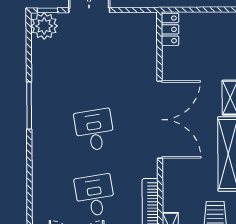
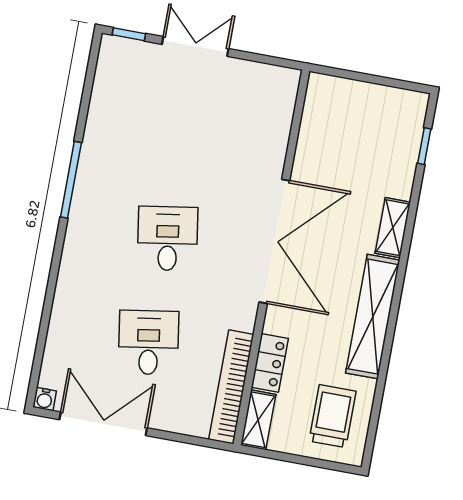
plant: (44, 26) -> (119, 58), removed
locker: (170, 29) -> (270, 363), moved

